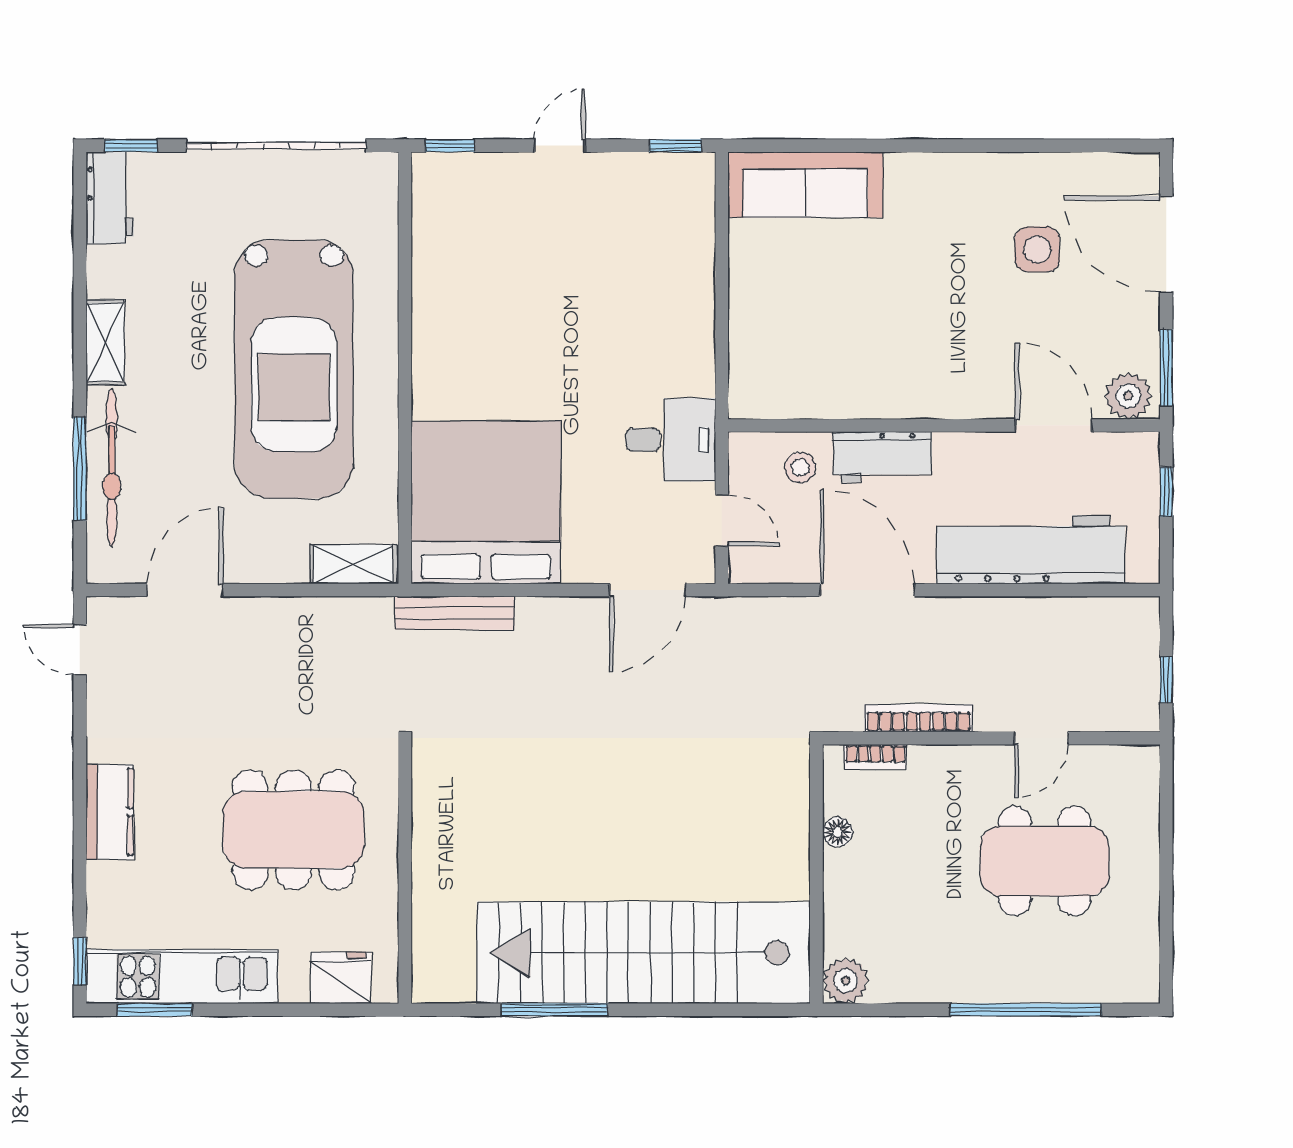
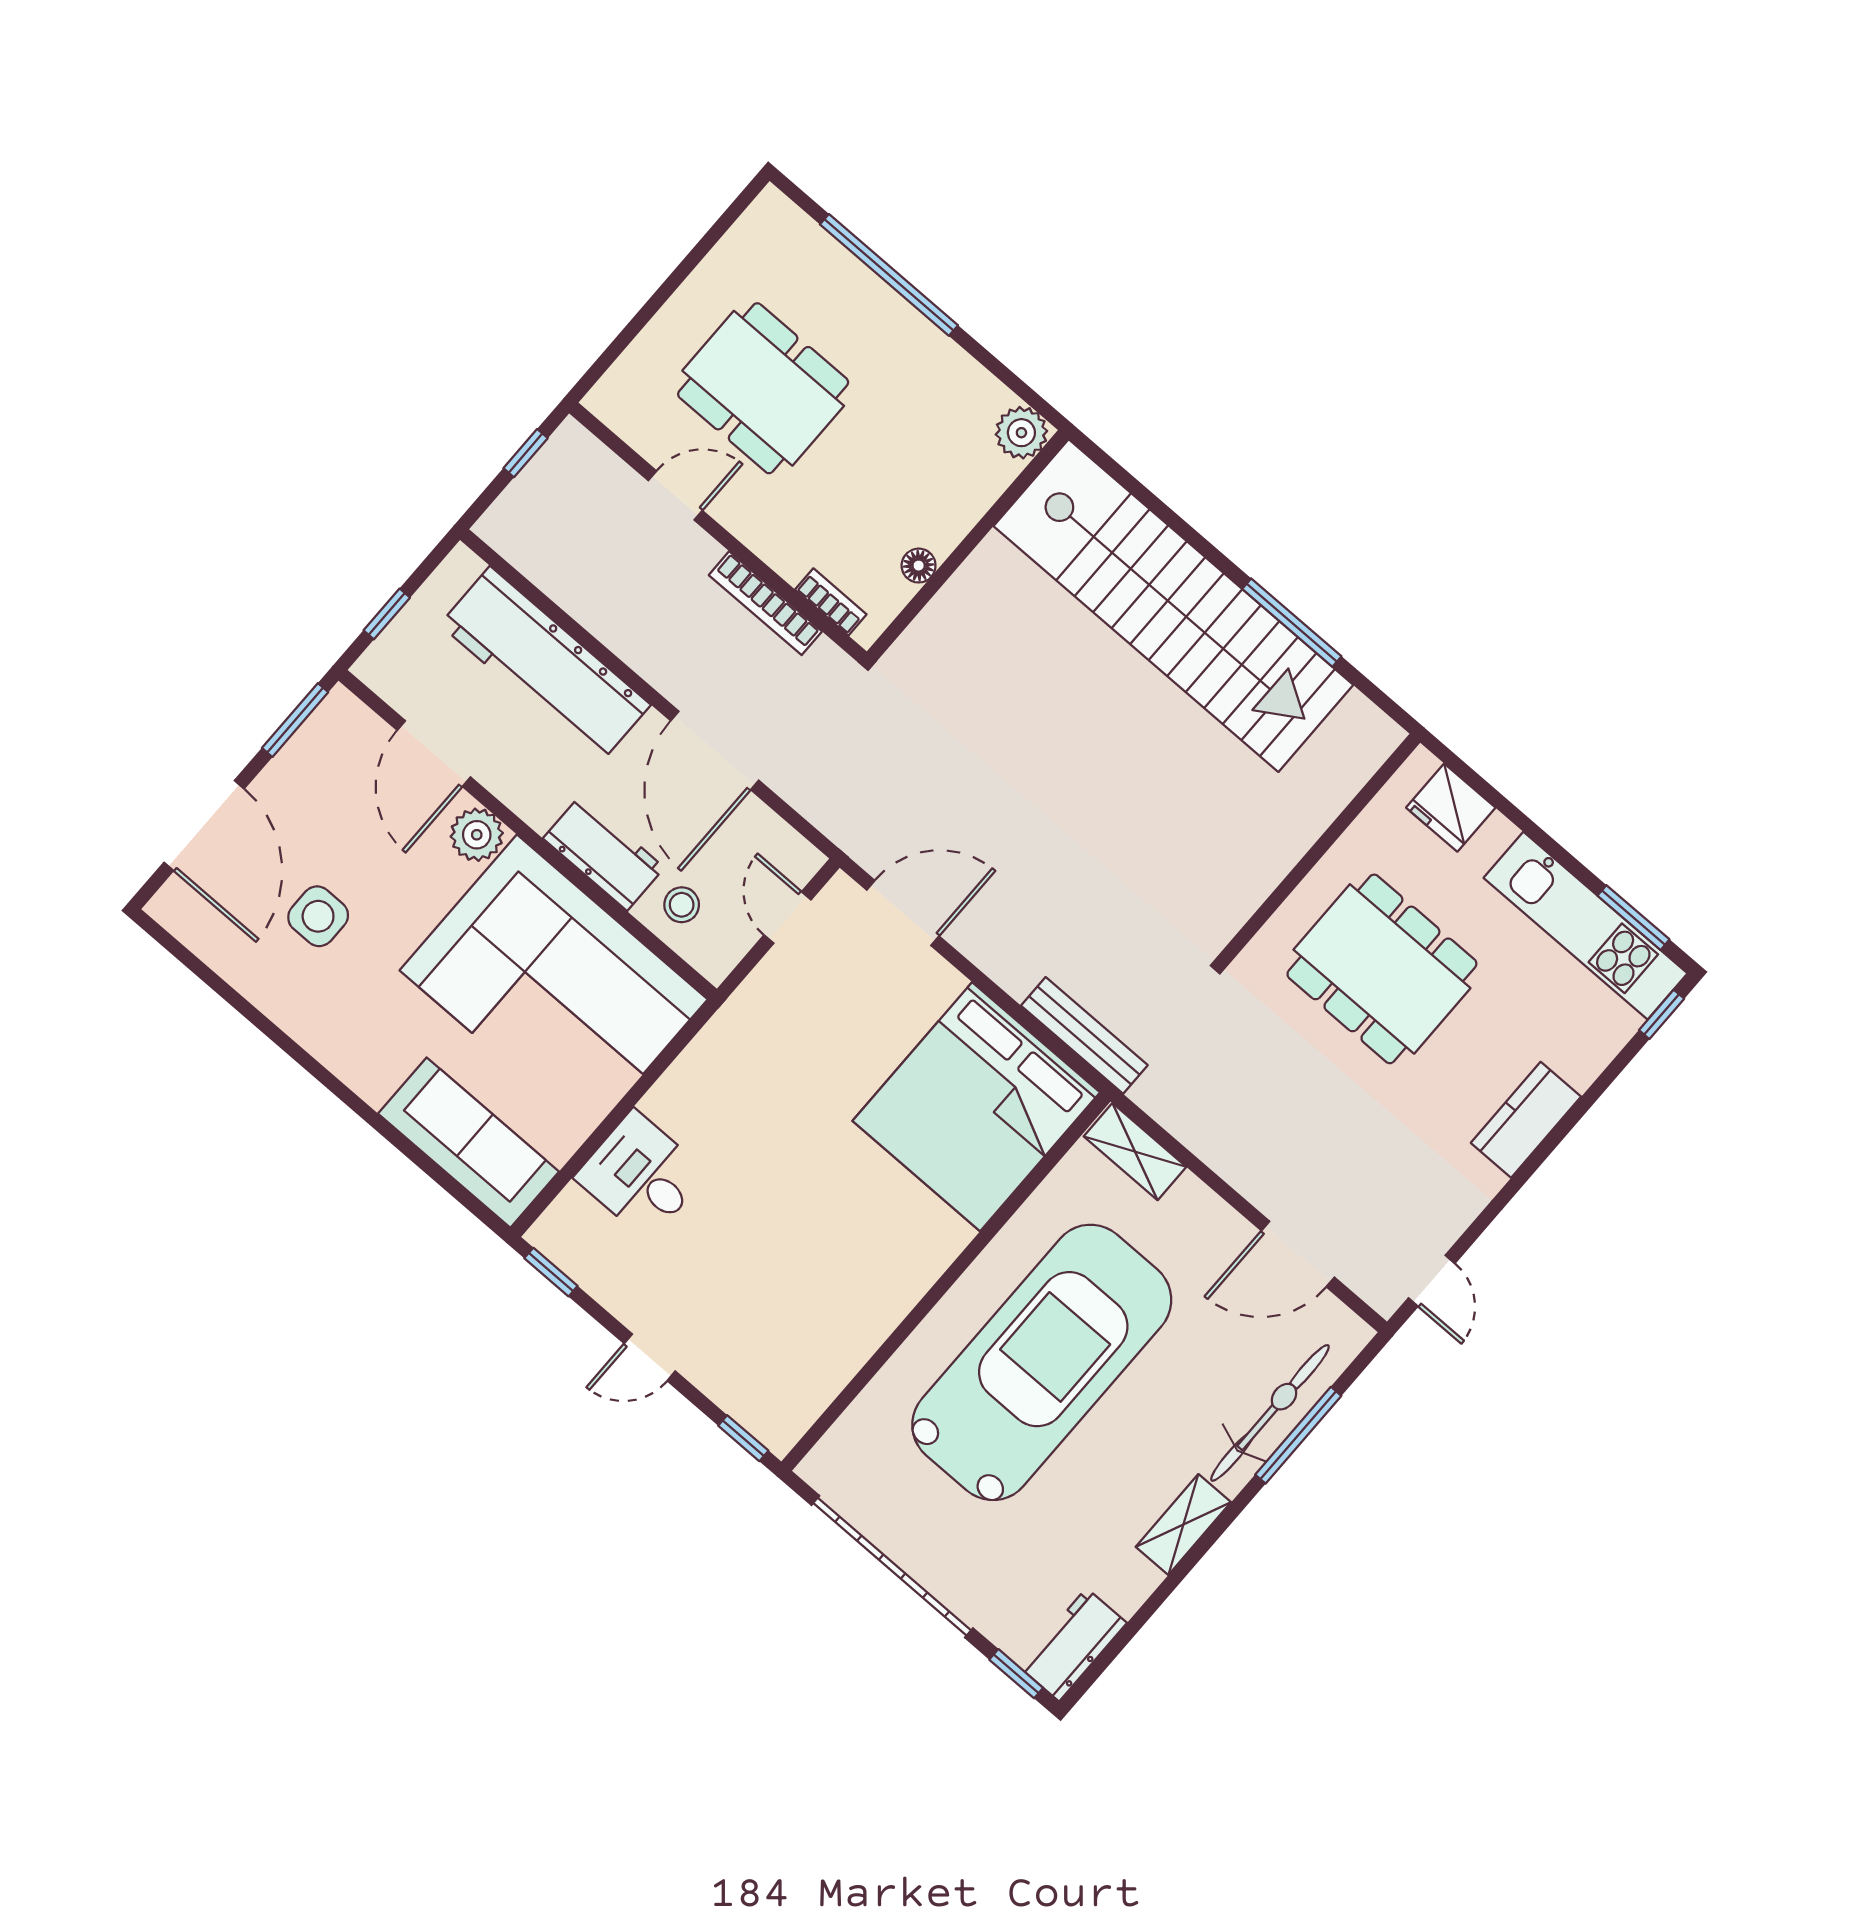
corner sofa: (840, 340) -> (554, 985), added
plant: (1128, 396) -> (477, 835), moved
desk: (671, 440) -> (641, 1175), moved

